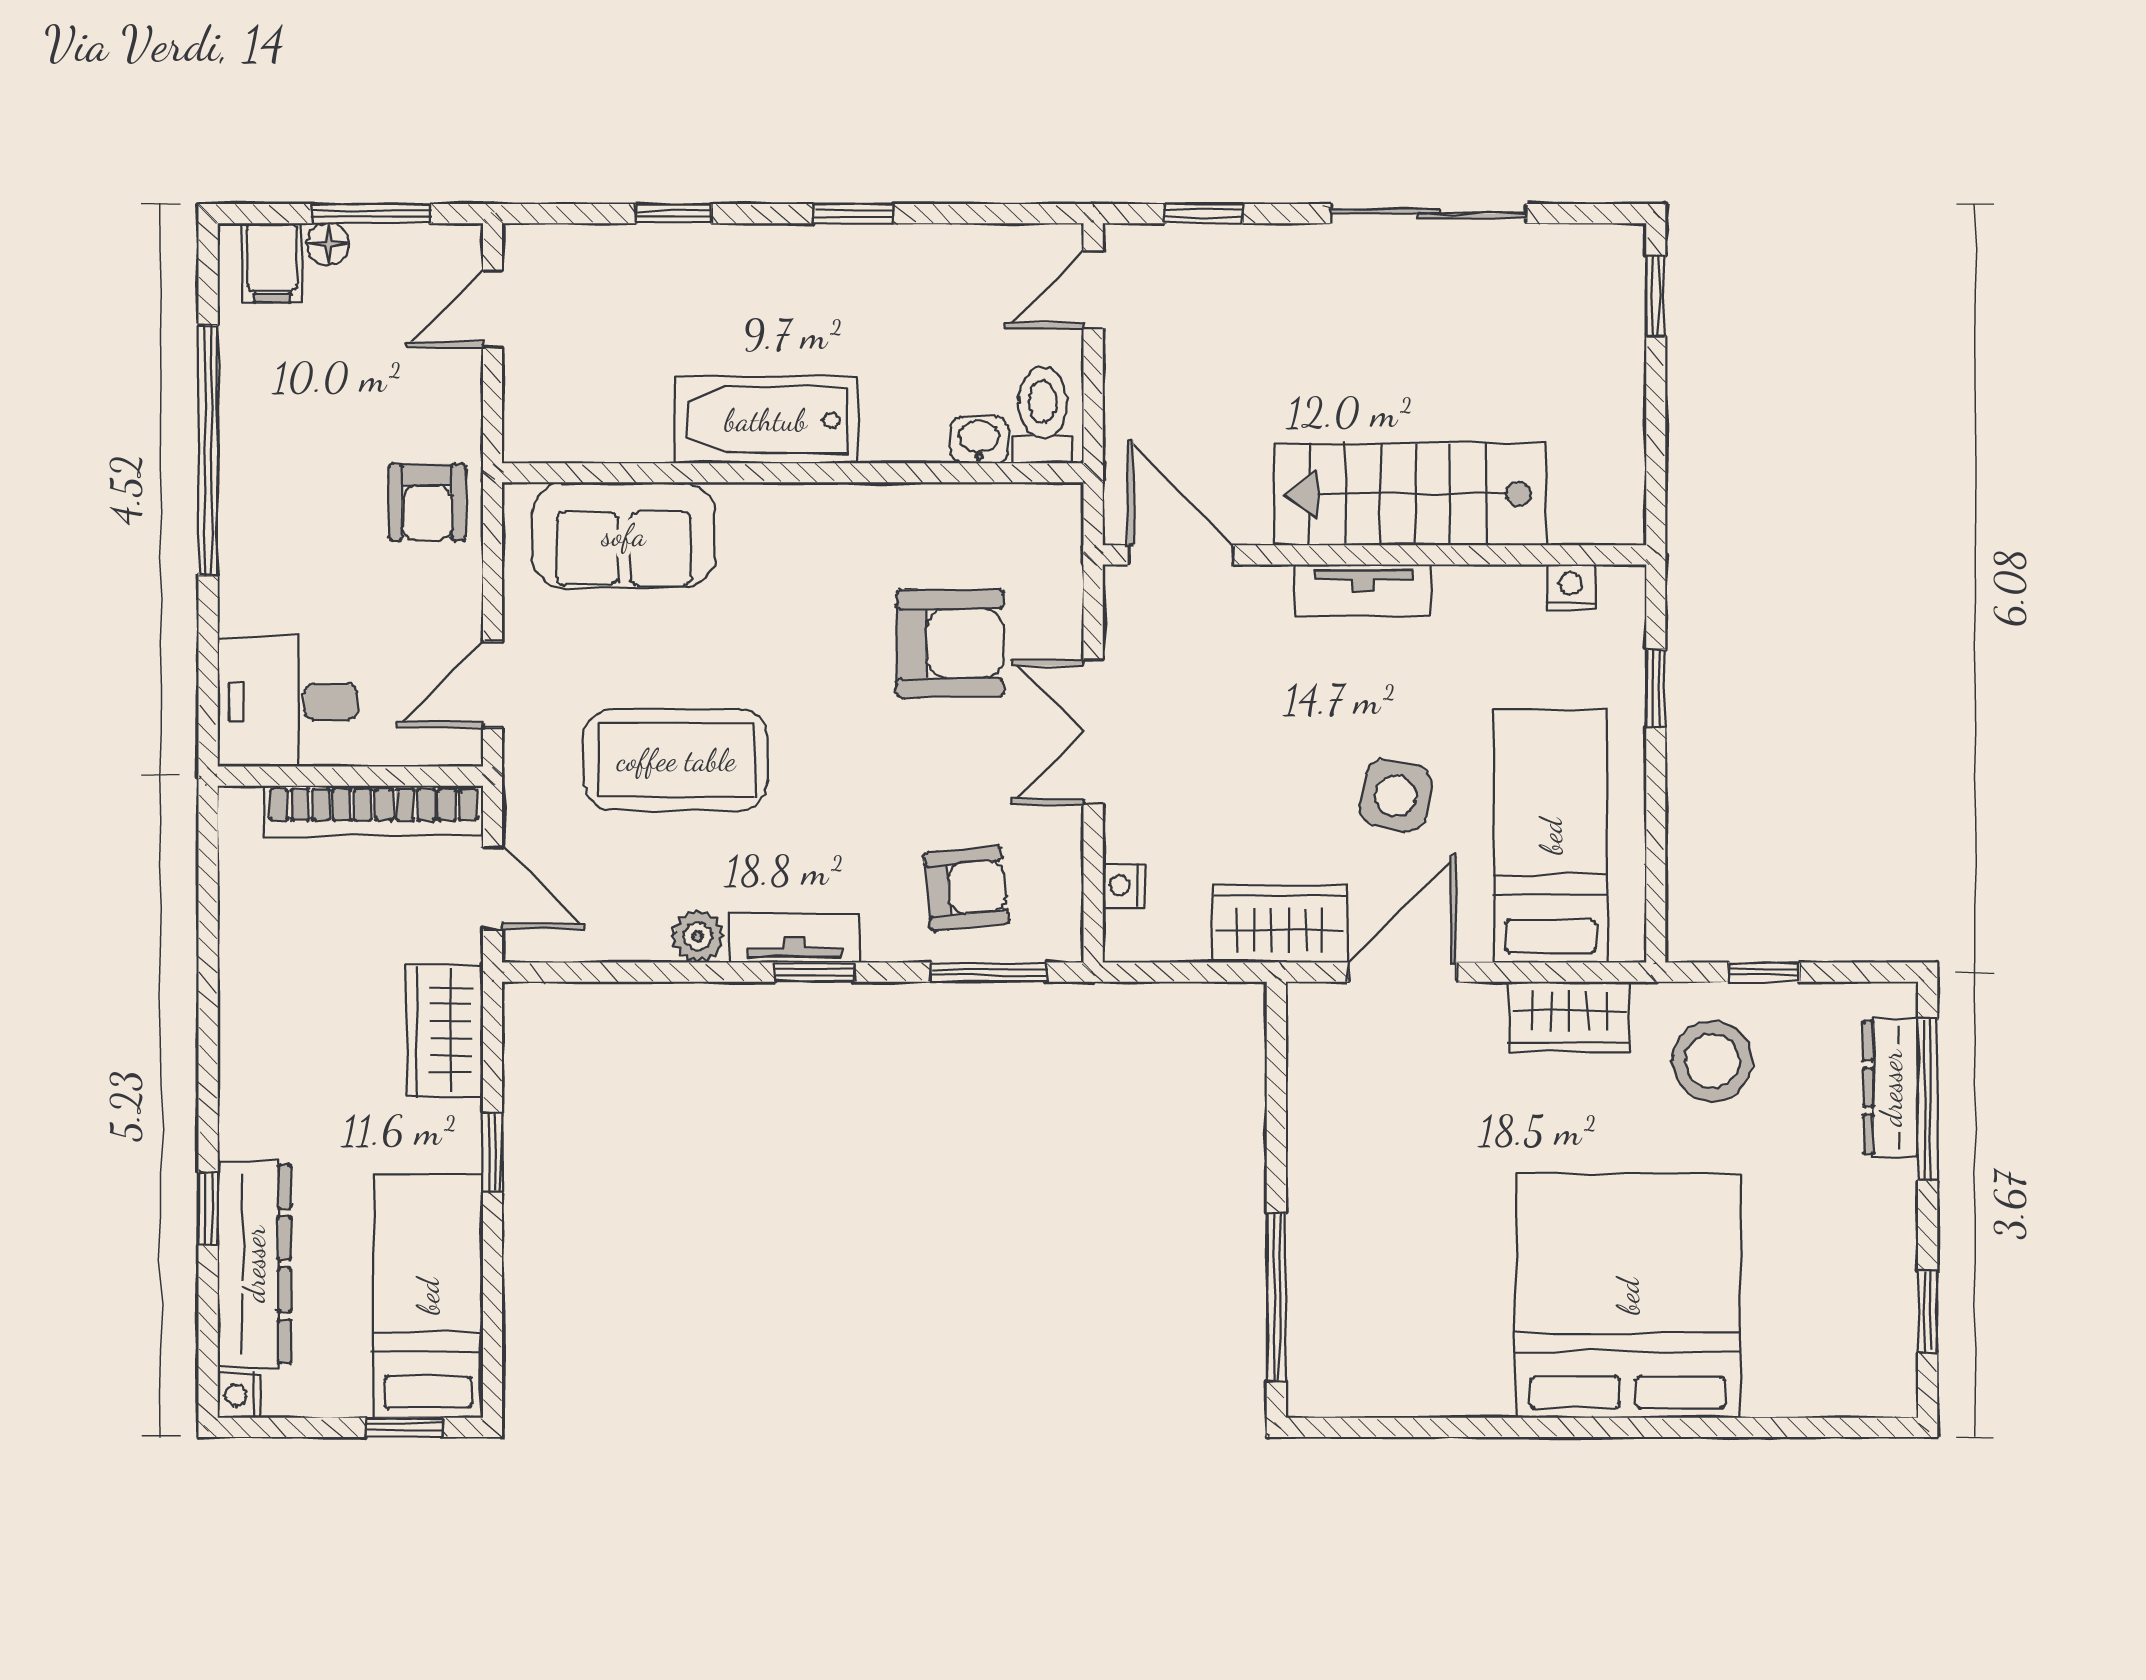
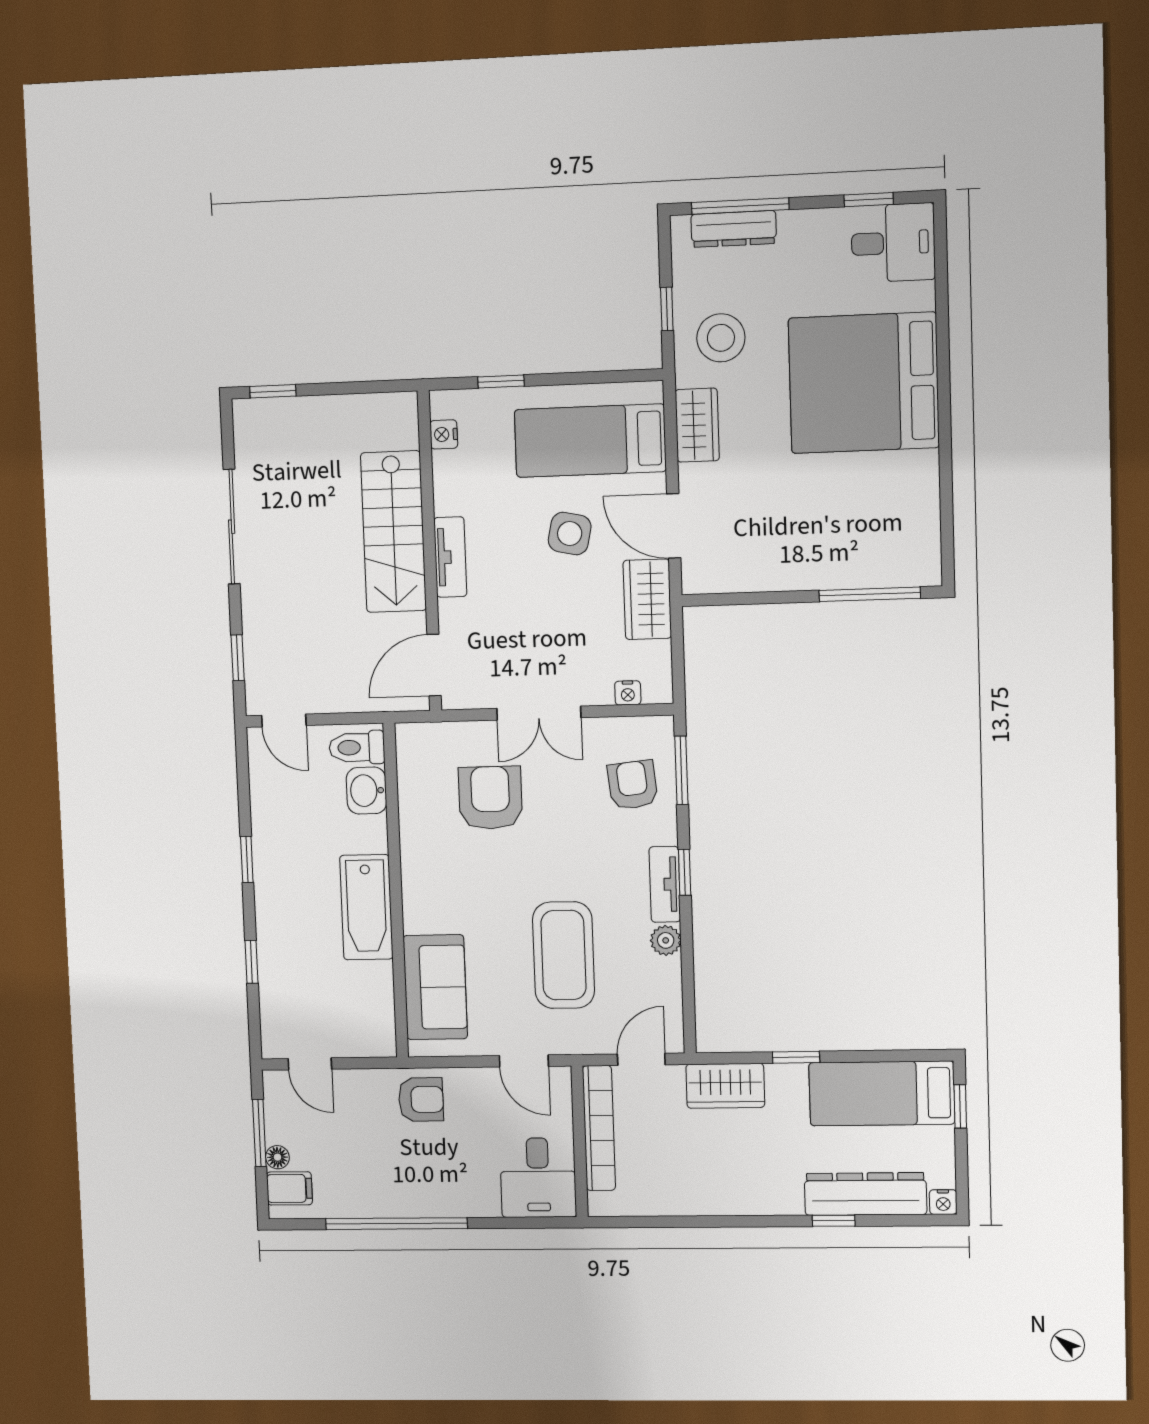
washbasin: (979, 440) -> (367, 791), width x1.38, depth x1.45
desk: (1855, 1350) -> (893, 243), added

